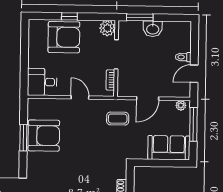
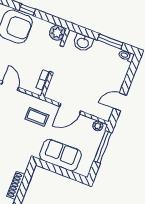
window: (140, 17) -> (110, 41), moved
washbasin: (153, 29) -> (83, 43), moved
toilet: (183, 57) -> (126, 56), moved
sofa: (169, 148) -> (60, 155), moved

